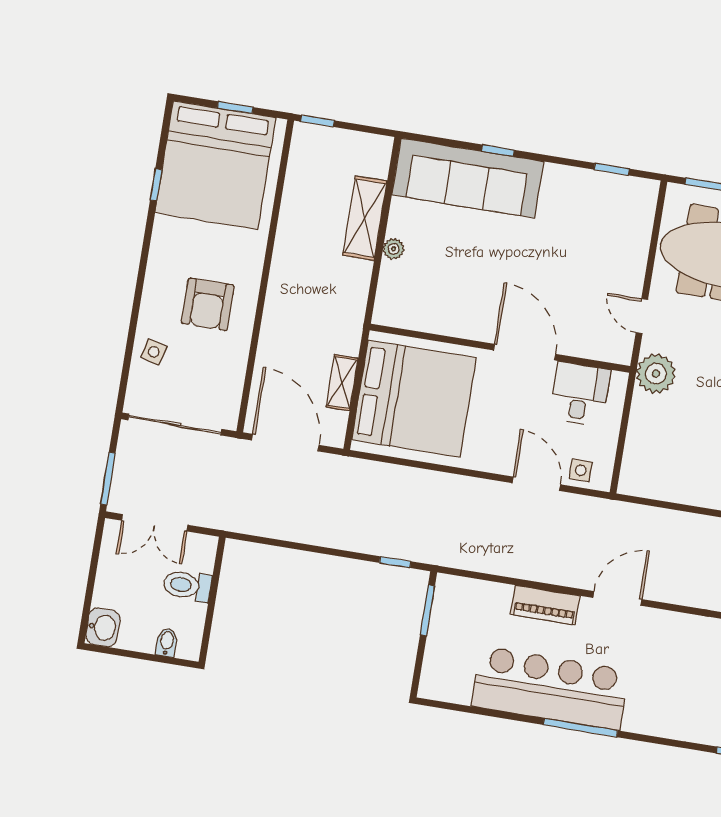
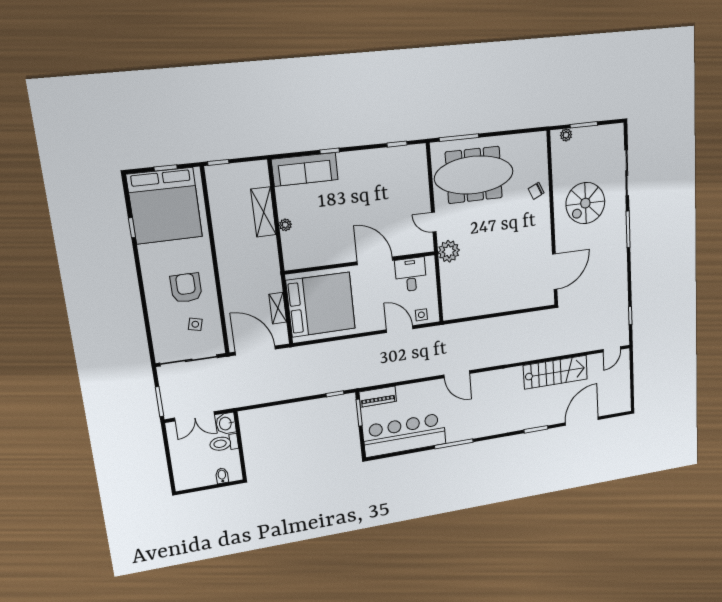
sofa: (468, 178) -> (305, 169), width x0.74, depth x0.79
armchair: (208, 304) -> (186, 288), turned 180
side table: (154, 352) -> (195, 324), moved
door: (617, 598) -> (457, 374), swing flipped
piano: (545, 605) -> (378, 397), moved
washbasin: (103, 627) -> (226, 423), moved, turned 180
bar counter: (550, 688) -> (405, 435), moved

